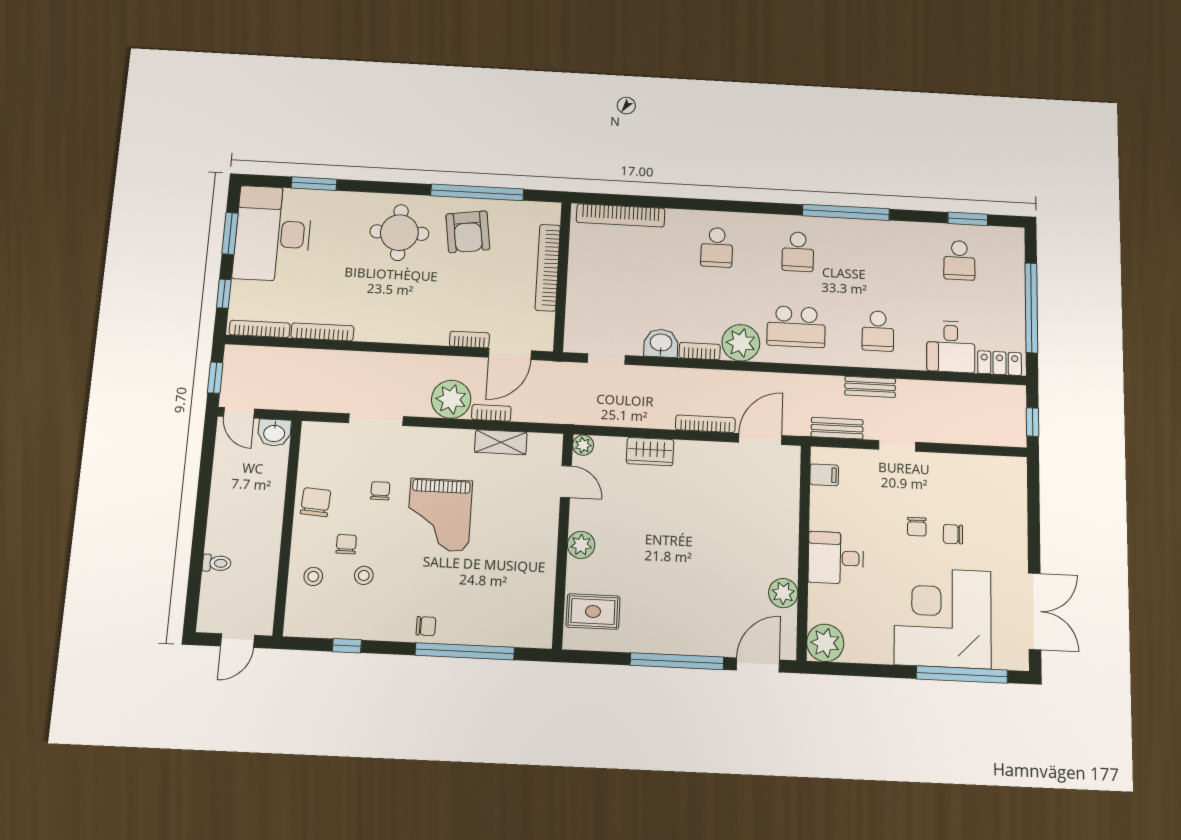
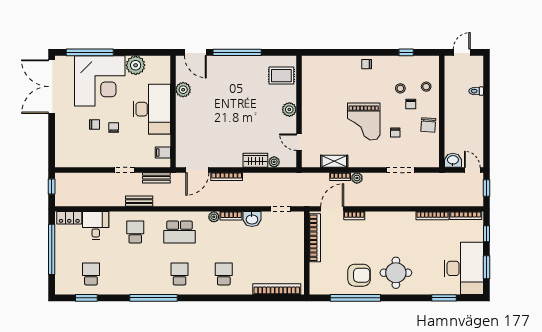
armchair: (468, 232) -> (359, 275), turned 98
bookcase: (548, 268) -> (315, 238), moved
school desk: (796, 327) -> (180, 232), turned 180
plant: (741, 343) -> (214, 217), width x0.53, depth x0.53
plant: (451, 399) -> (357, 178), width x0.53, depth x0.53
plant: (583, 445) -> (274, 162), moved
grand piano: (439, 515) -> (364, 122), turned 180
desk: (836, 558) -> (152, 109), width x1.87, depth x1.30
double door: (1035, 611) -> (52, 87), width x1.36
plant: (825, 643) -> (136, 65), moved
window: (465, 651) -> (346, 52), removed
door: (758, 665) -> (195, 52), hinge flipped

